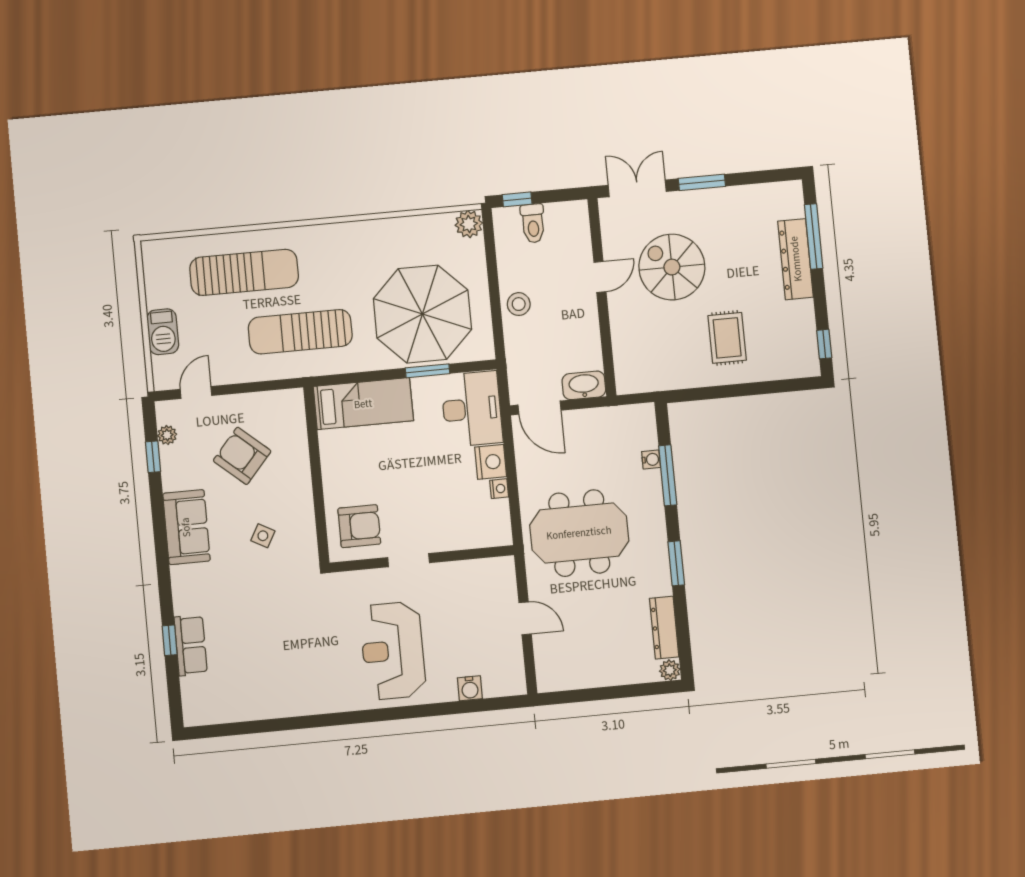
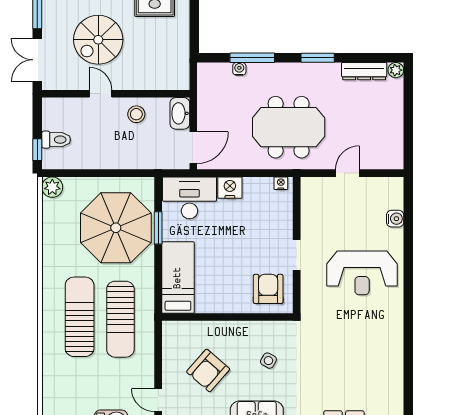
sun lounger: (244, 272) -> (80, 317), moved
stool: (519, 304) -> (136, 114), moved
nightstand: (499, 489) -> (281, 183), moved
meeting table: (579, 533) -> (289, 127), turned 90

